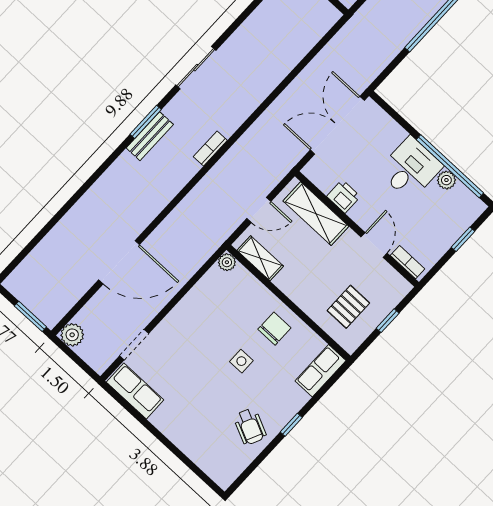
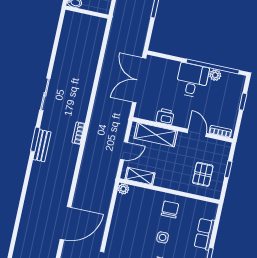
row of seats: (320, 371) -> (205, 234), moved

